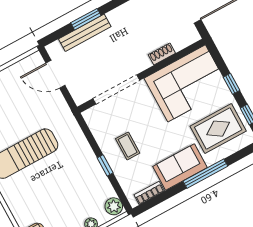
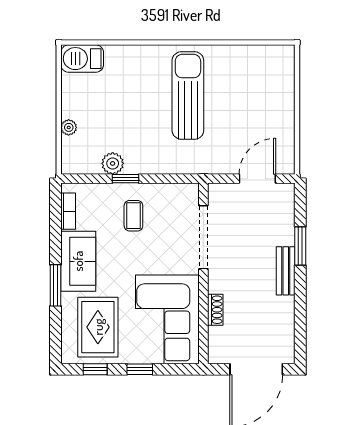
bench: (85, 33) -> (286, 271), moved, width x0.73
coffee table: (128, 146) -> (133, 216), turned 90
window: (205, 174) -> (55, 285), width x0.69
plant: (114, 206) -> (113, 163), moved

